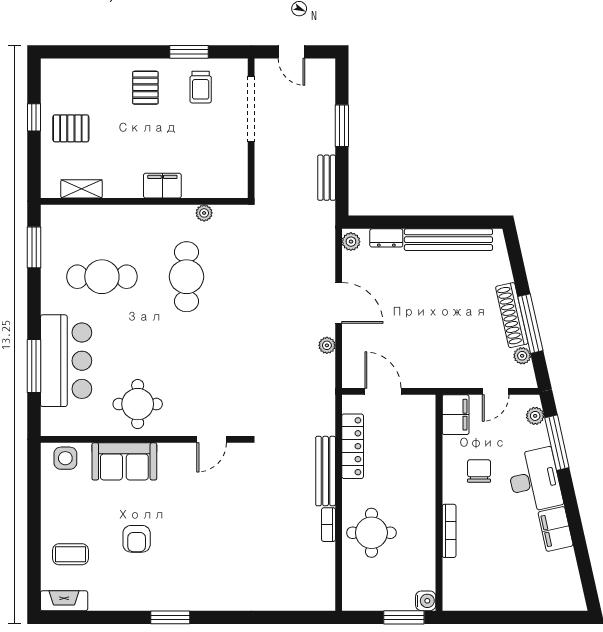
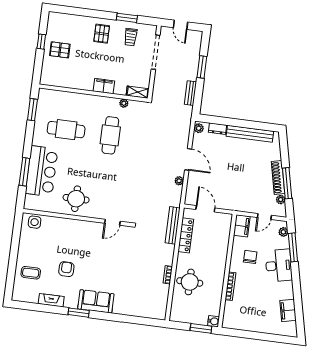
shelving: (82, 189) -> (138, 92), moved
sofa: (124, 461) -> (96, 301), moved, turned 180
bench: (326, 471) -> (173, 225), moved
filing cabinet: (556, 529) -> (288, 310), moved
armchair: (137, 539) -> (66, 269), turned 180
fireplace: (64, 601) -> (51, 300), moved

